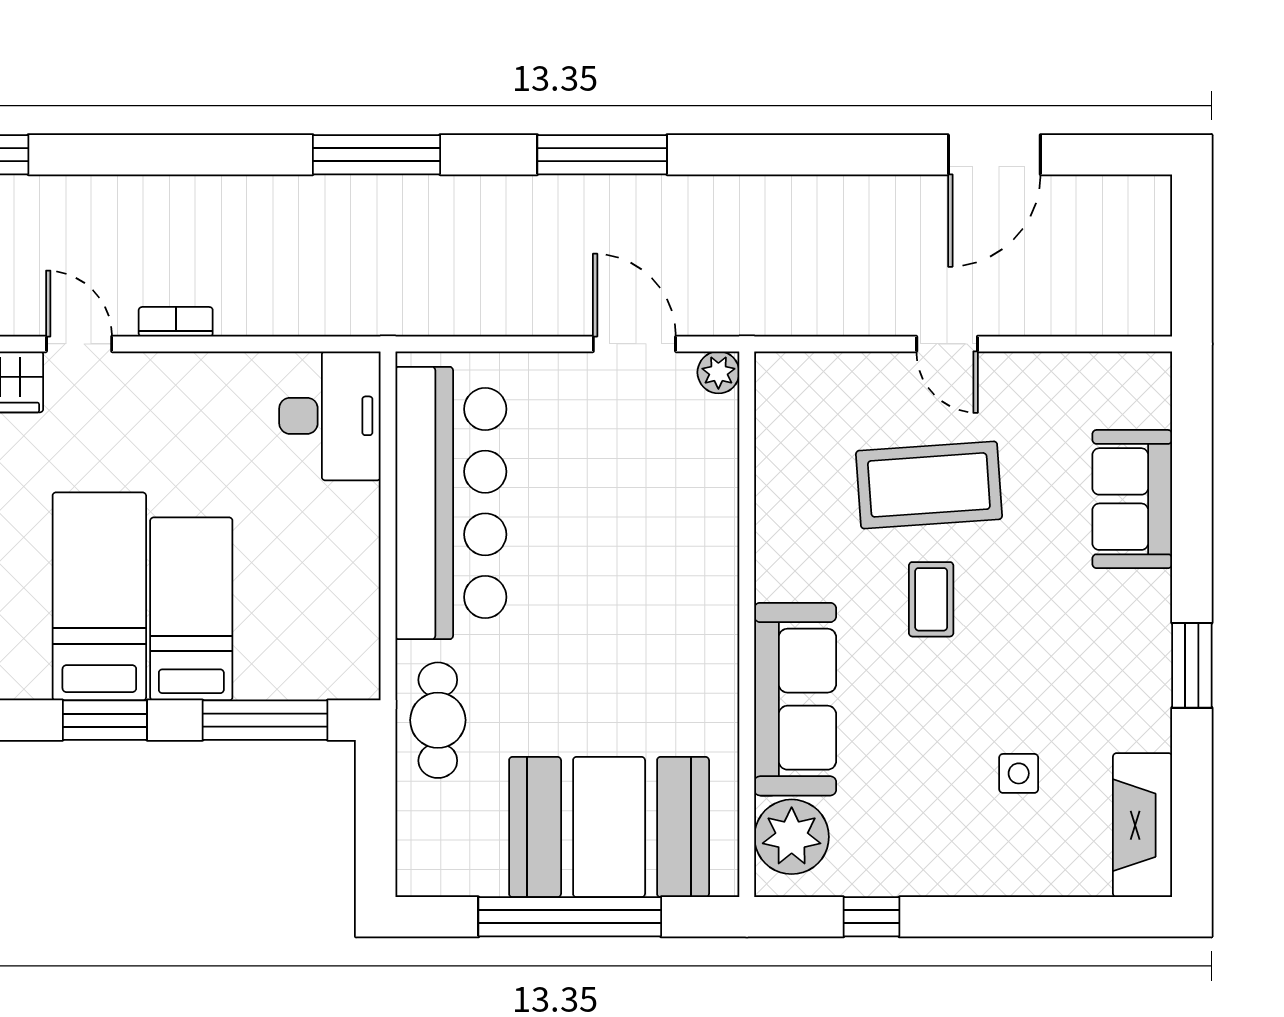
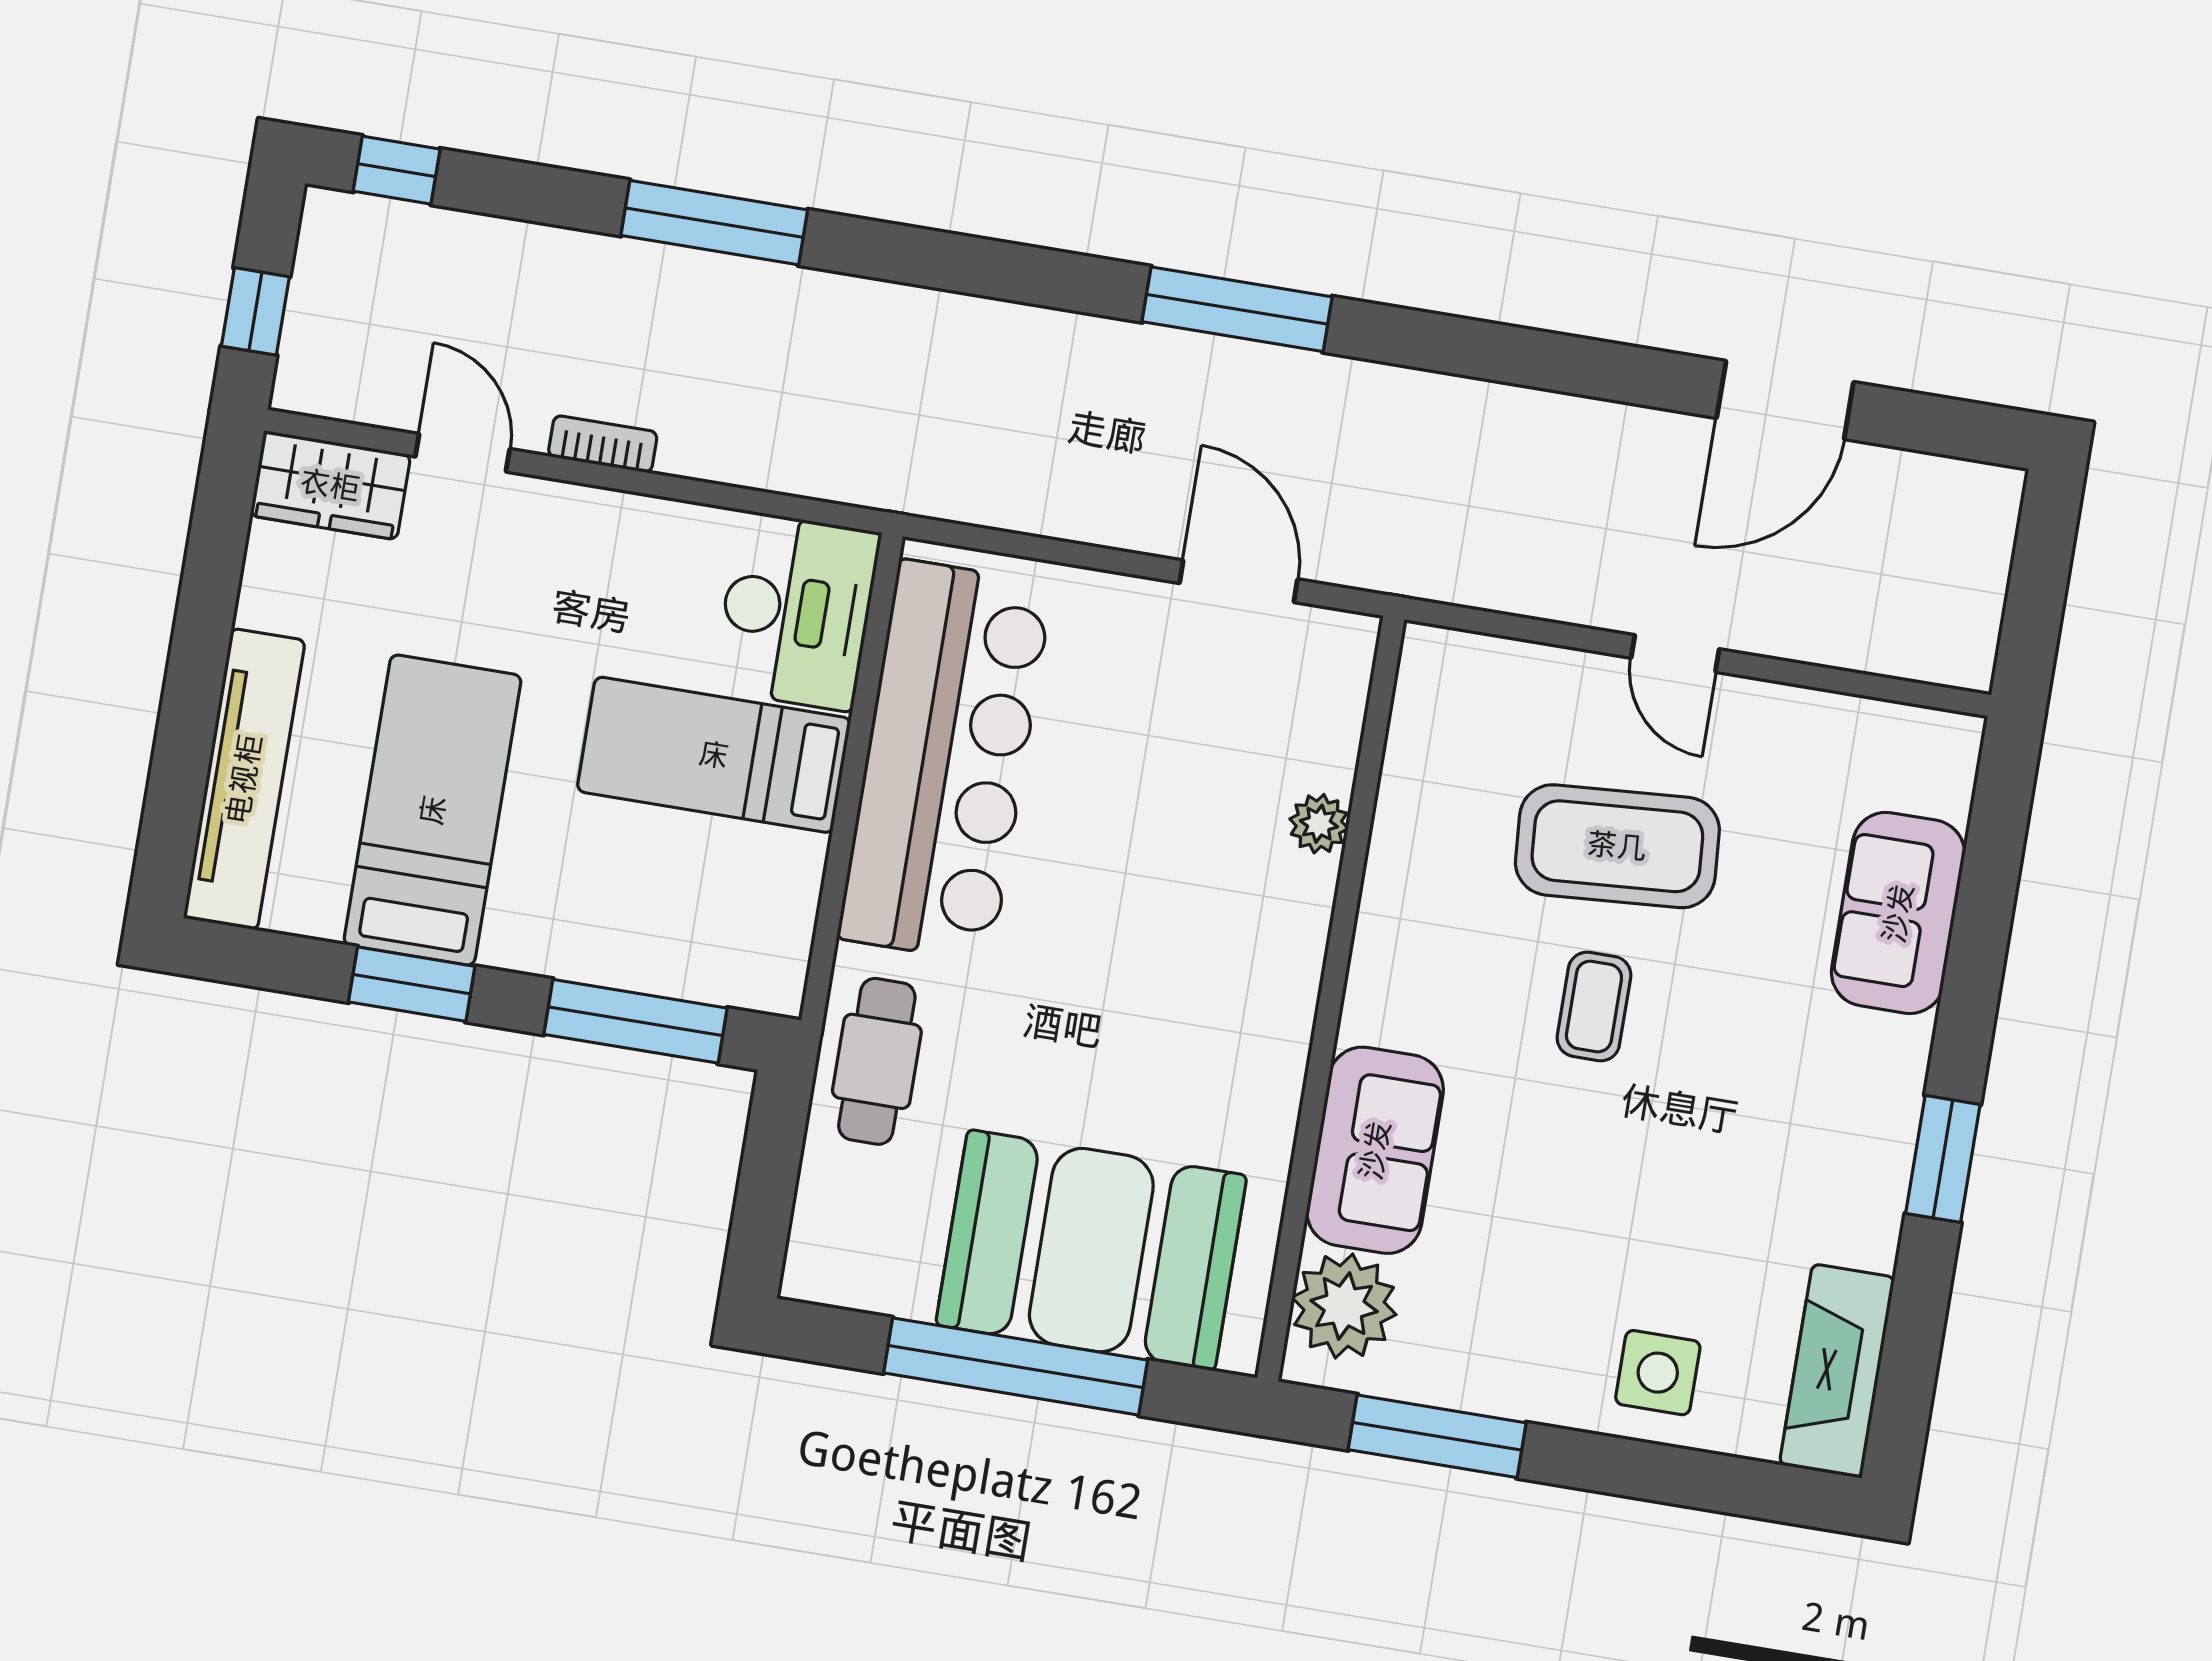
window: (376, 155) -> (714, 223), moved
plant: (718, 372) -> (1319, 824), moved
bed: (191, 609) -> (714, 755), moved, turned -90
sofa: (795, 699) -> (1375, 1150), width x0.73
side table: (1019, 773) -> (1658, 1373), moved, width x1.37, depth x1.37
window: (871, 917) -> (1437, 1436), width x2.17

